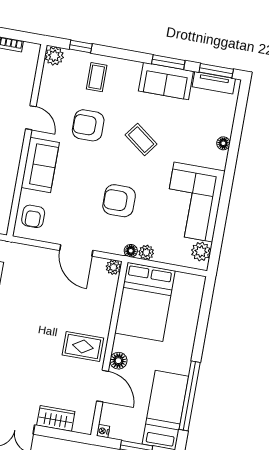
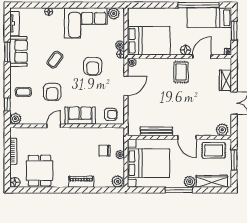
window: (216, 71) -> (7, 23), removed

